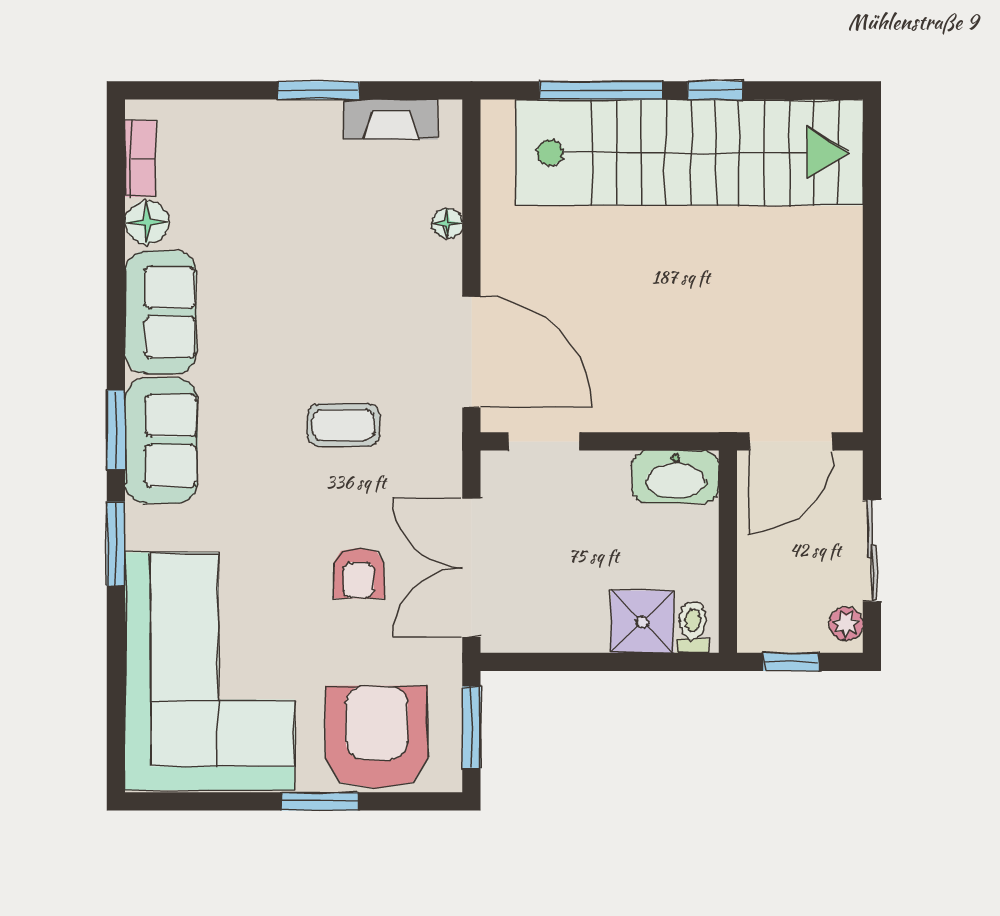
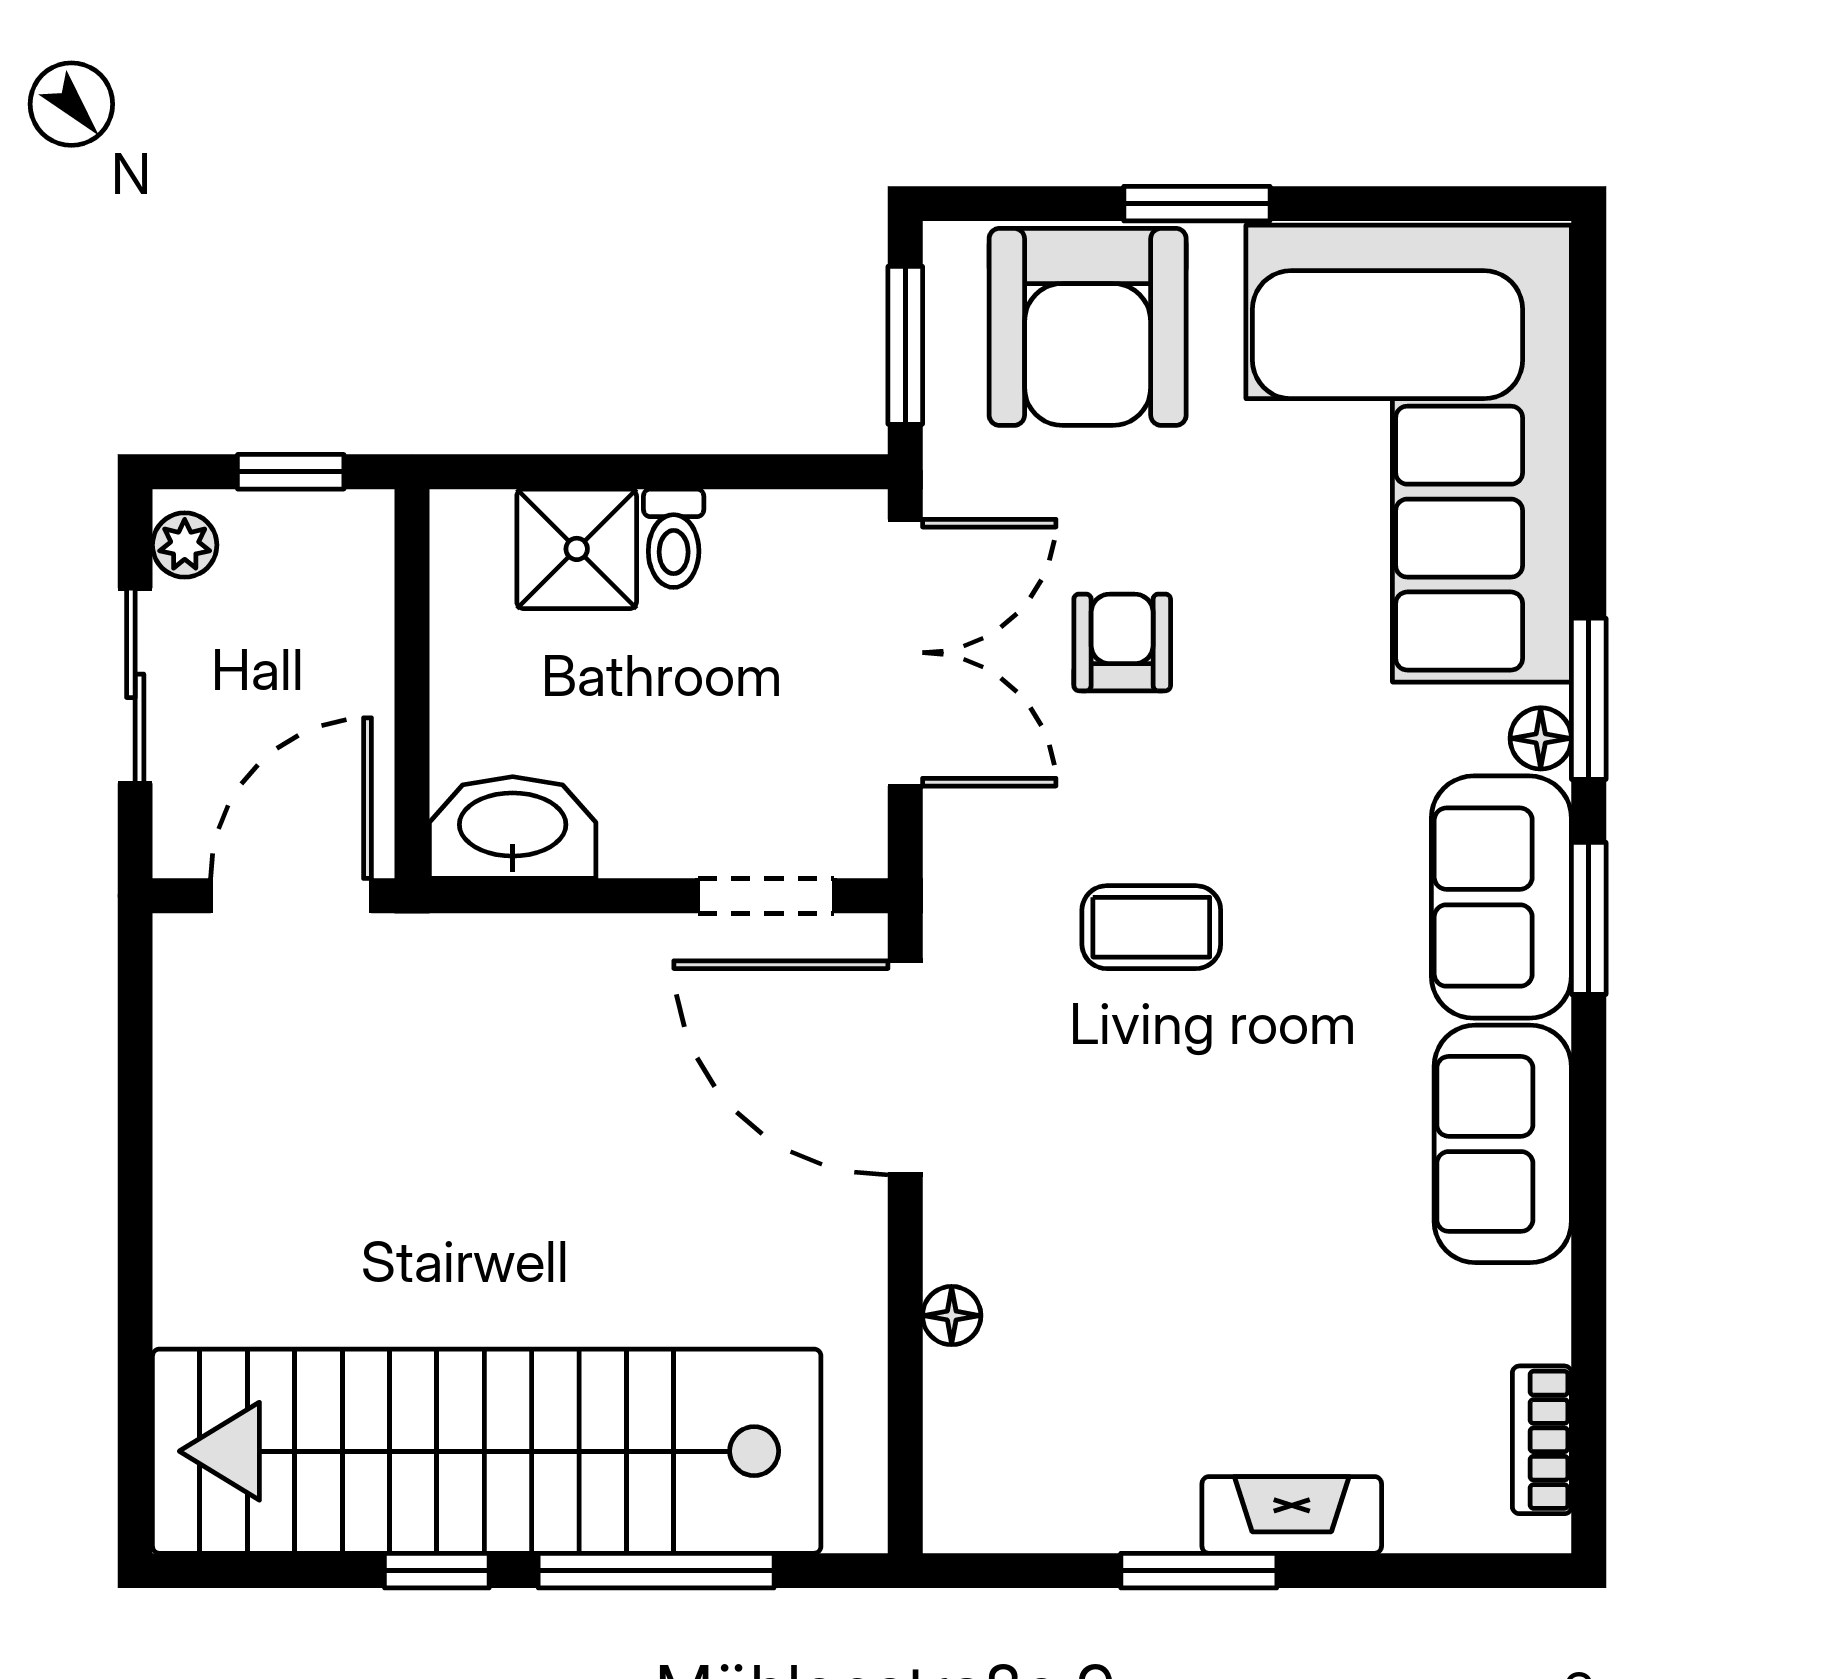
fireplace: (391, 119) -> (1292, 1515), moved
floor lamp: (147, 222) -> (1541, 738), moved, width x0.73, depth x0.73
toilet: (693, 627) -> (674, 538), moved

